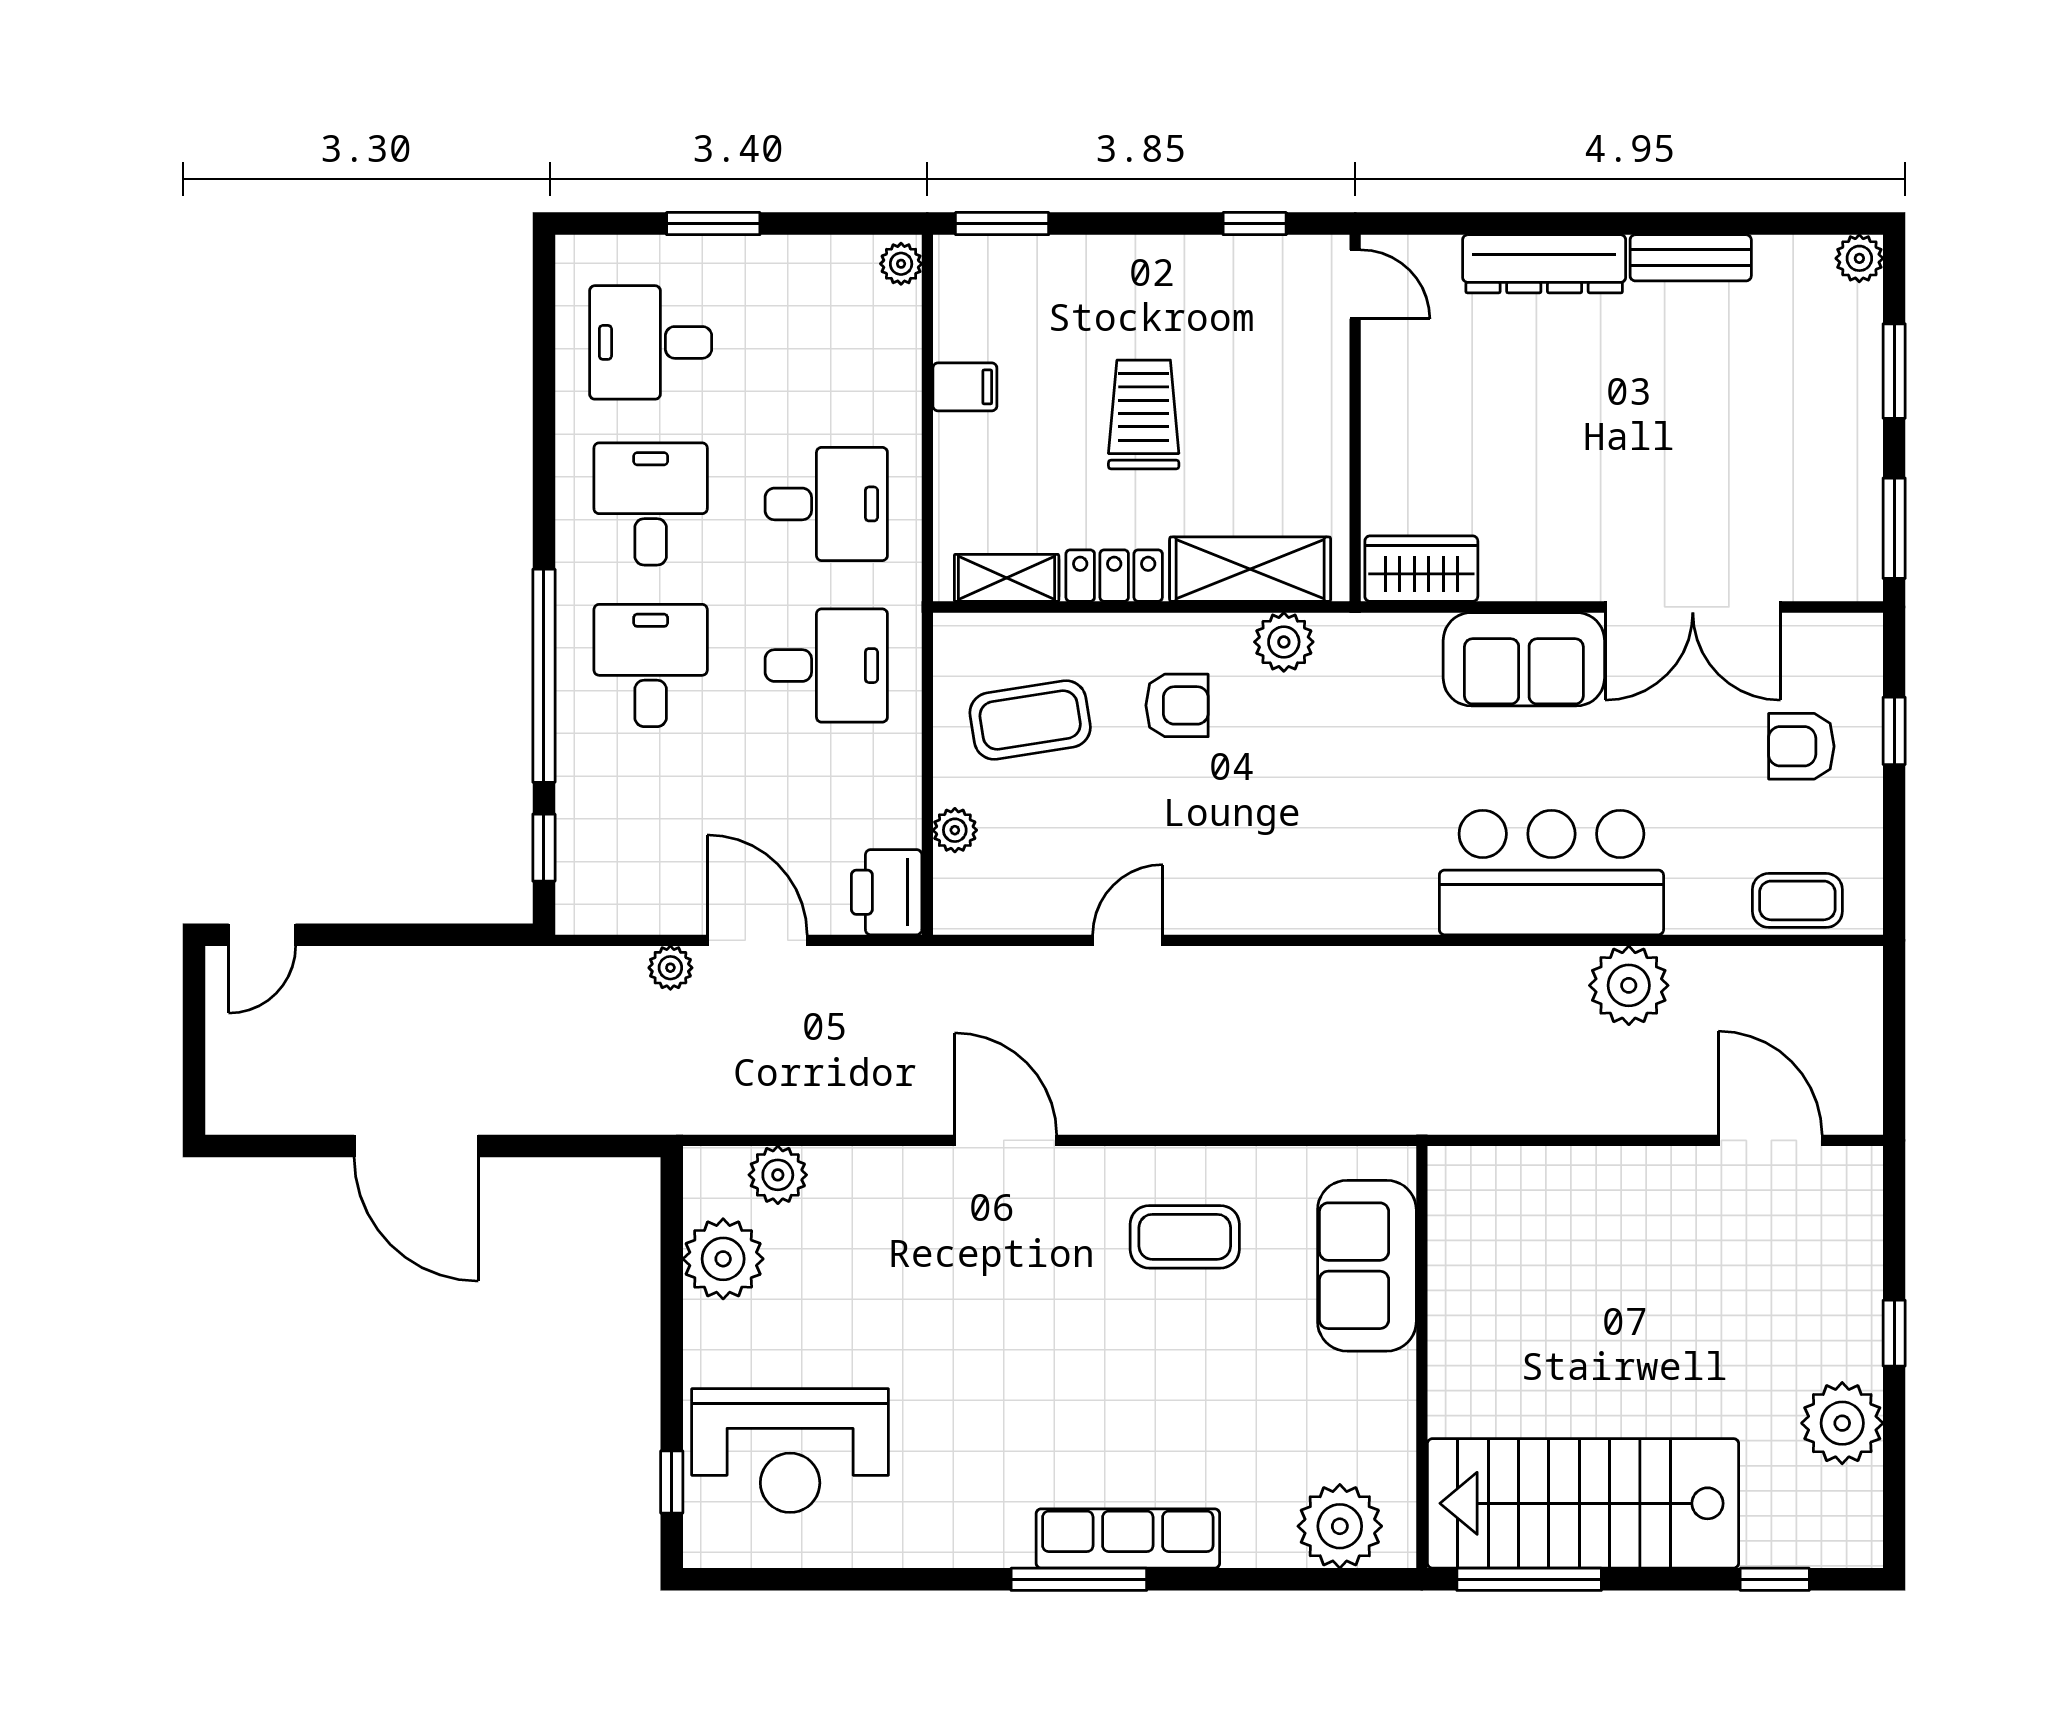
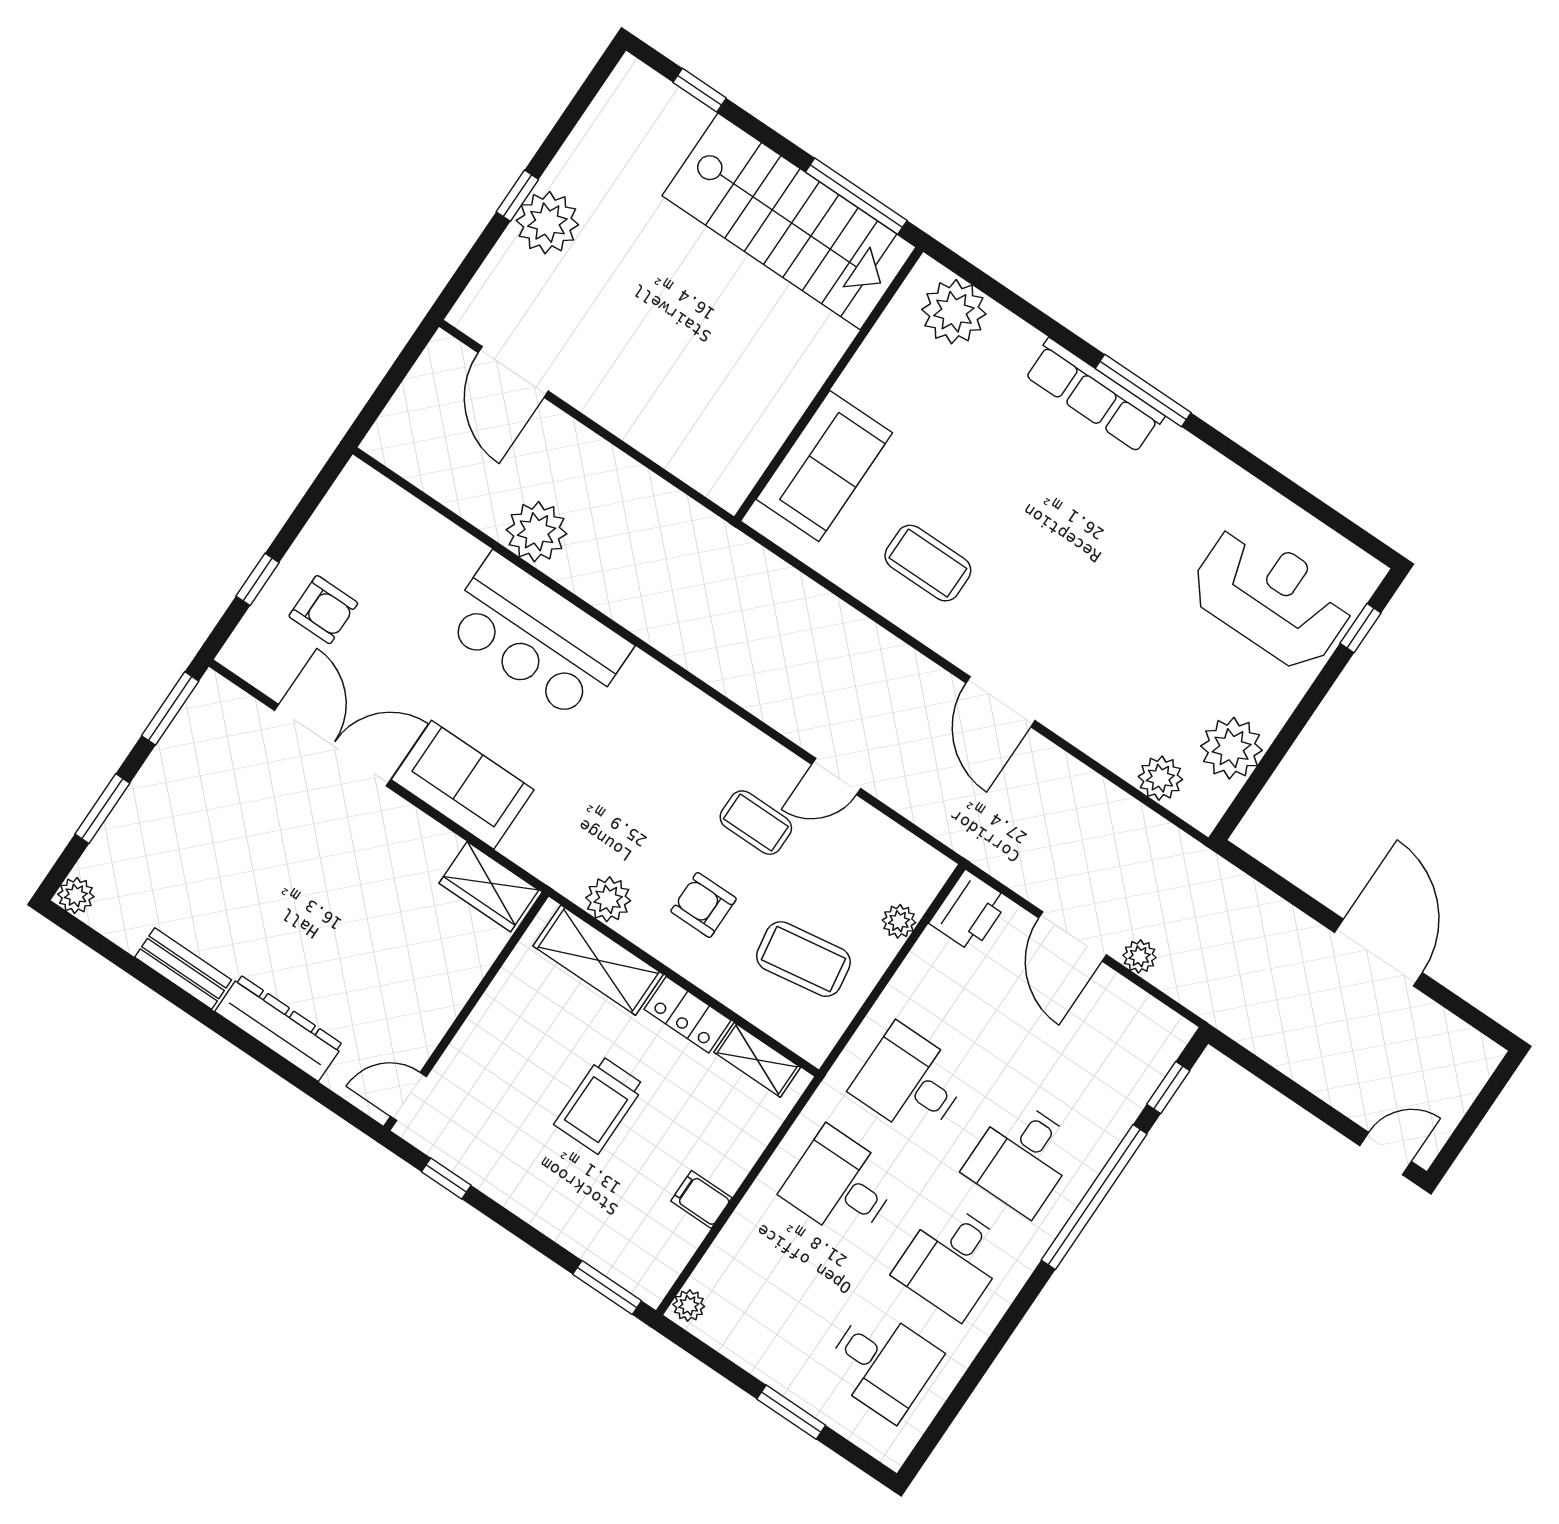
door: (1355, 284) -> (408, 1096), hinge flipped
coffee table: (1797, 900) -> (756, 823), moved
plant: (1842, 1423) -> (547, 223), moved

